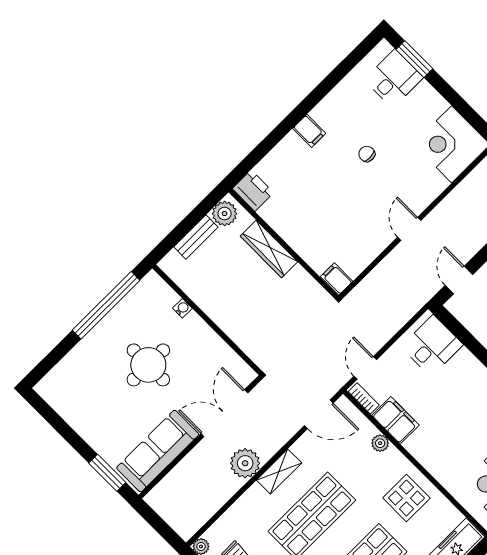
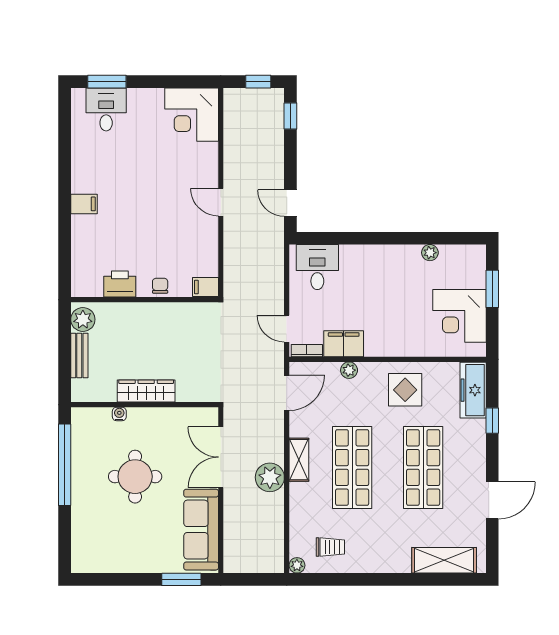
chair: (367, 154) -> (160, 286), moved, turned 90
printer: (253, 191) -> (120, 284), moved
wardrobe: (269, 249) -> (146, 391), moved, turned 180

